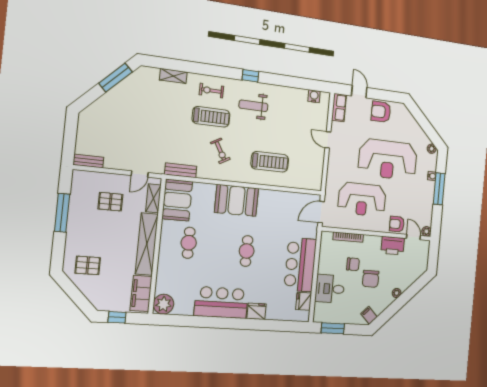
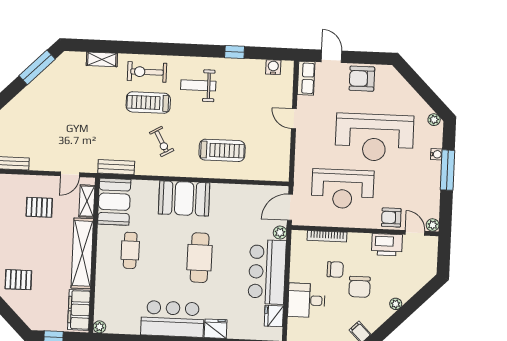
window: (250, 76) -> (235, 52), moved
exercise bike: (211, 91) -> (147, 72), width x1.38, depth x1.39
treadmill: (211, 117) -> (148, 103), turned 180
plant: (312, 233) -> (280, 233), added
cafe table: (247, 251) -> (200, 258), width x1.37, depth x1.35
plant: (164, 304) -> (99, 327), width x0.53, depth x0.53

